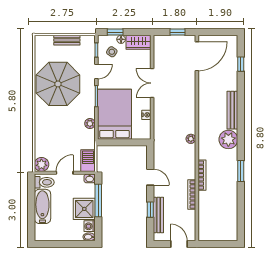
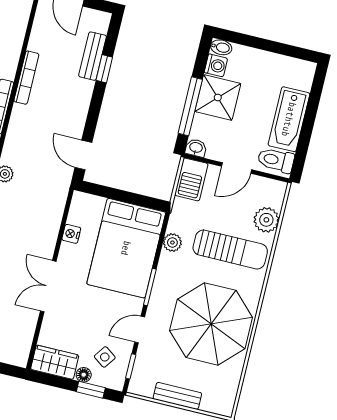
double door: (152, 83) -> (48, 286), swing flipped
sun lounger: (57, 127) -> (230, 249), added
plant: (41, 164) -> (266, 220), moved
door: (150, 177) -> (83, 155), moved
bench: (158, 215) -> (93, 56), width x0.73

